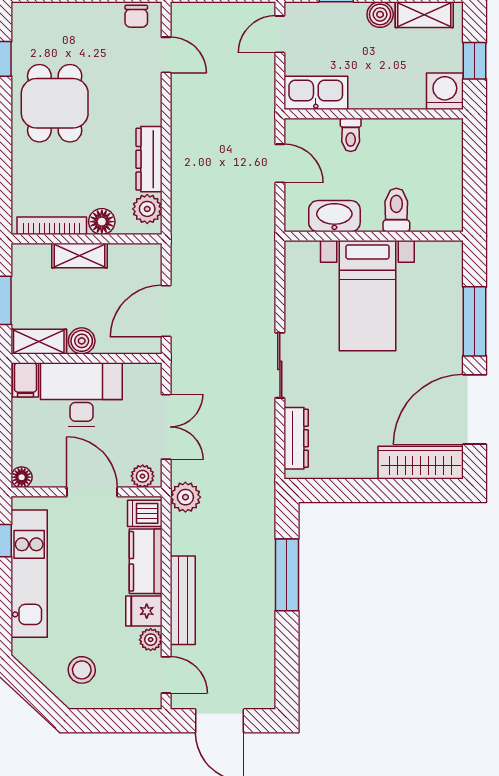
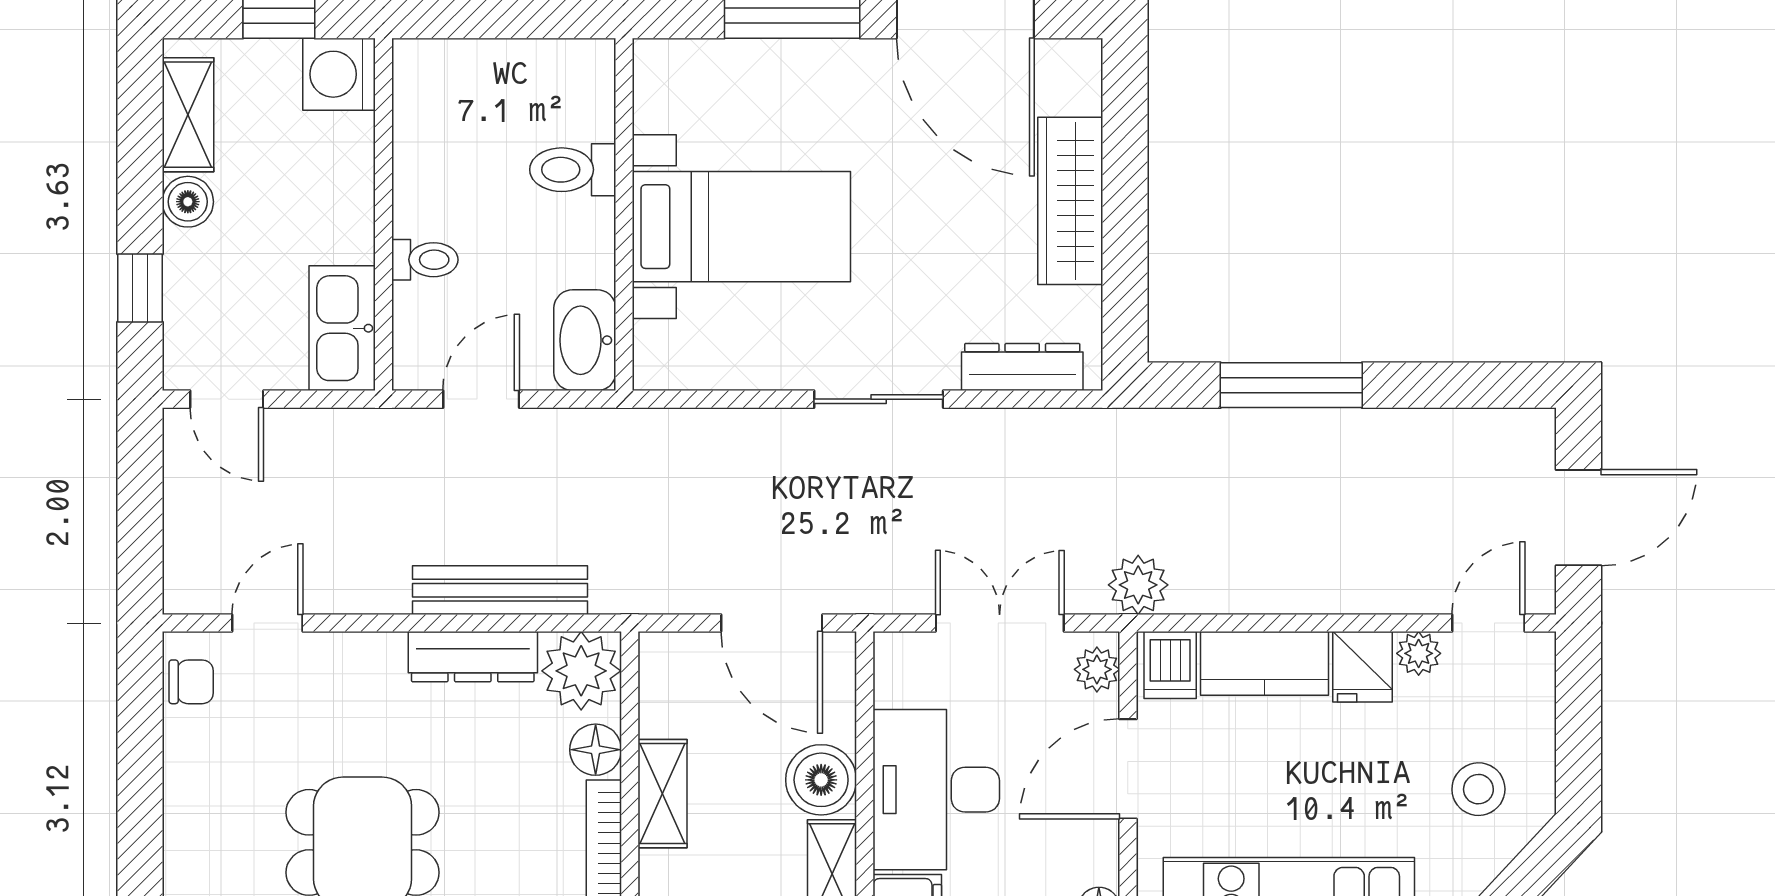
plant: (147, 209) -> (581, 671), width x1.36, depth x1.36
washbasin: (334, 216) -> (585, 340), moved
boiler: (82, 341) -> (821, 780), width x1.36, depth x1.36
wardrobe: (421, 463) -> (1070, 201), moved
bench: (183, 600) -> (500, 590), moved

